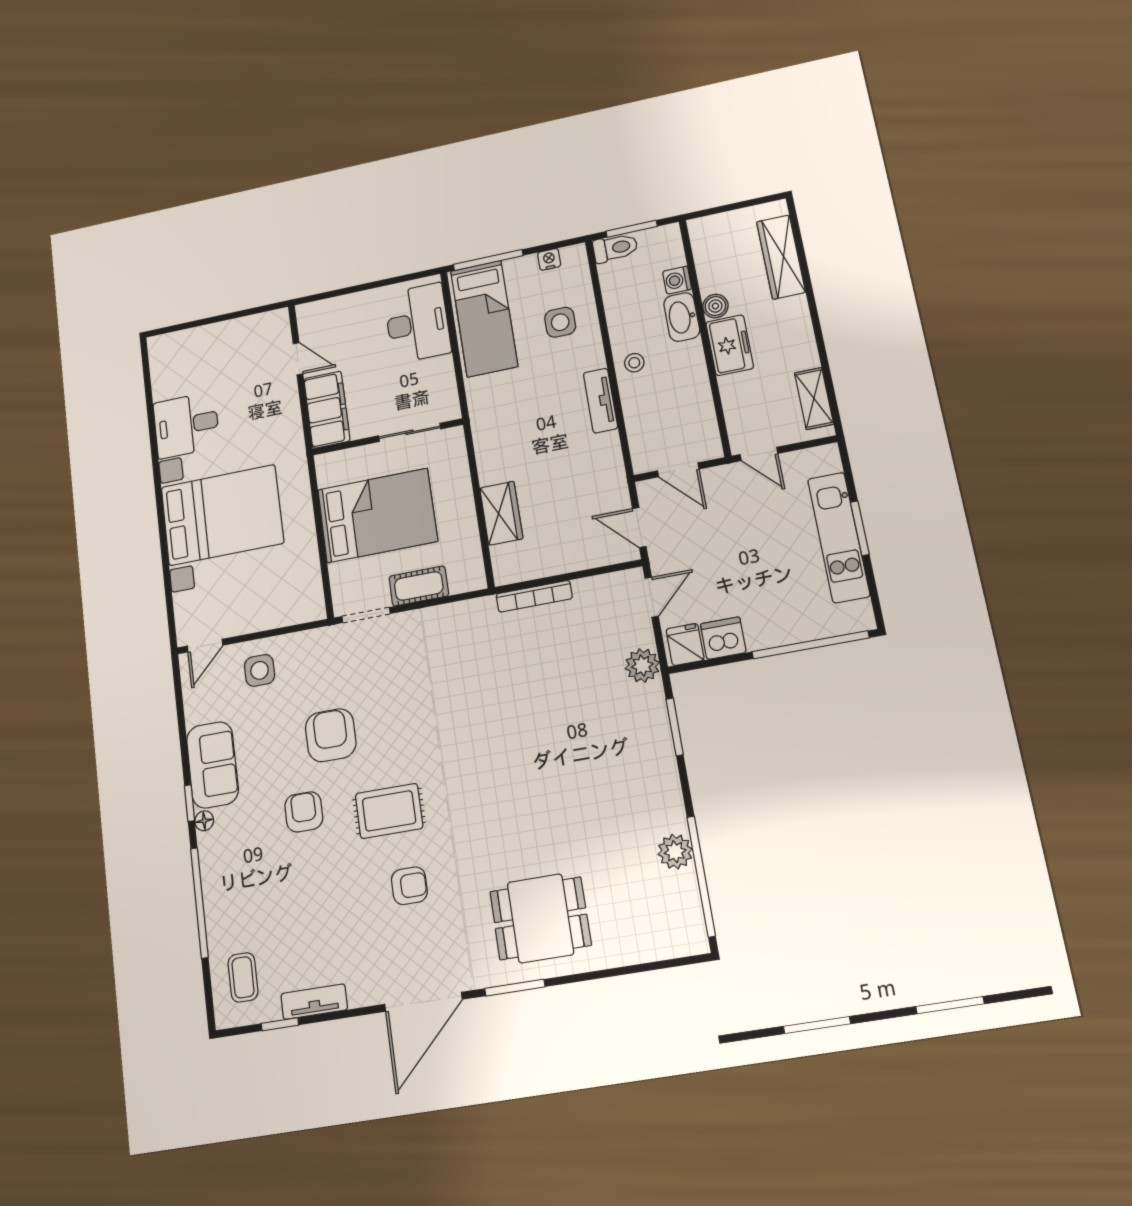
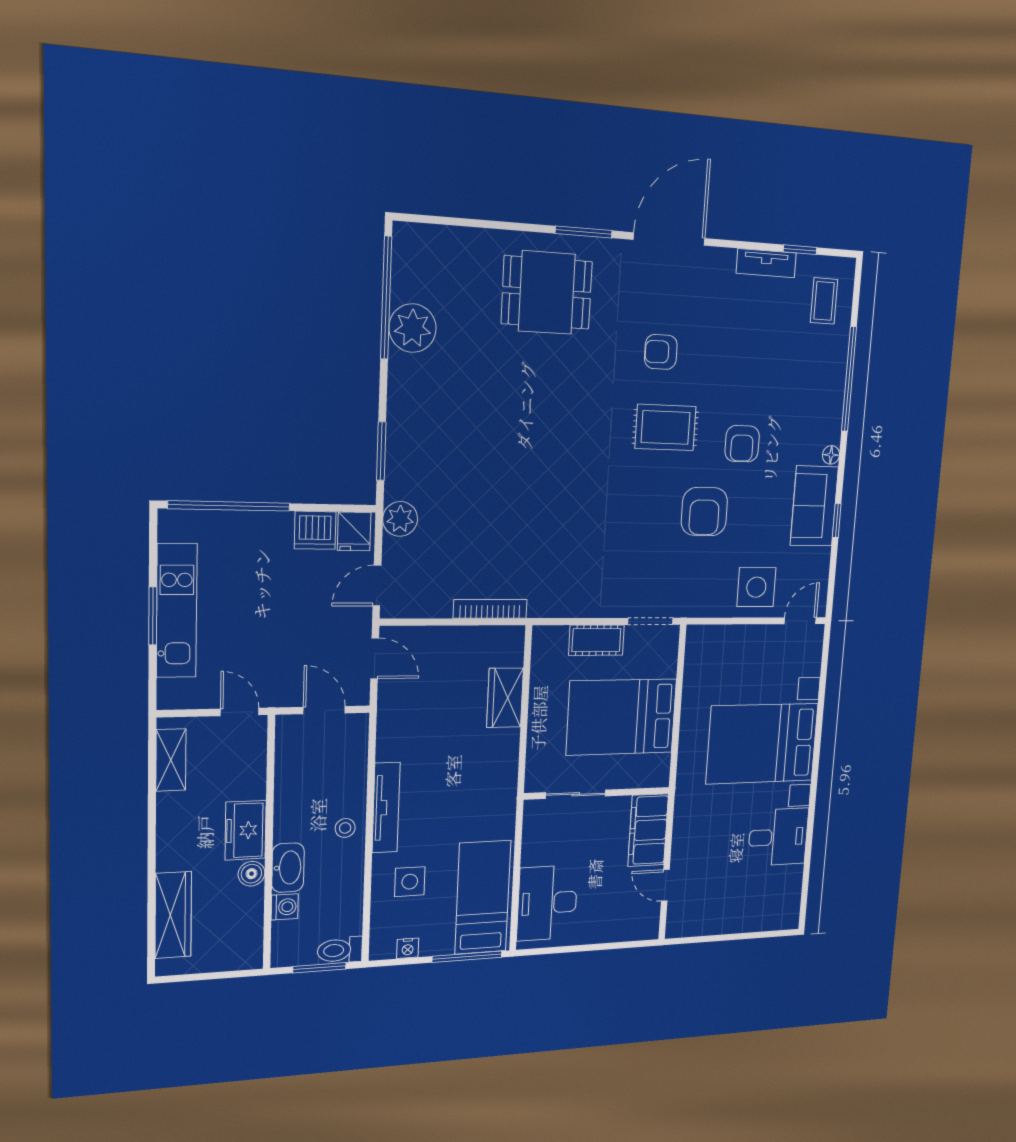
tv unit: (600, 401) -> (386, 808), width x1.41
side table: (260, 670) -> (756, 587), width x1.37, depth x1.37
window: (190, 803) -> (837, 520), moved
plant: (675, 852) -> (413, 328), width x1.36, depth x1.36

